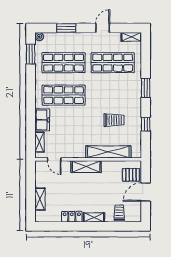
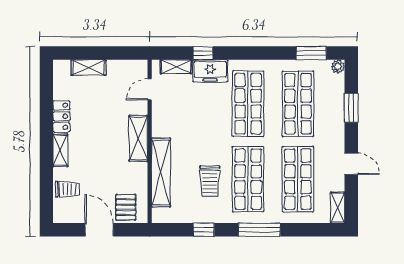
window: (146, 88) -> (259, 230), width x1.44
shop shelf: (113, 95) -> (248, 179), added
window: (31, 124) -> (203, 53), added

